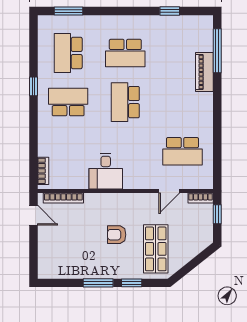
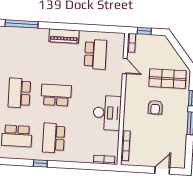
school desk: (125, 53) -> (19, 93), turned 180
piano: (204, 72) -> (64, 36), moved
school desk: (125, 102) -> (56, 95), turned 180
desk: (106, 171) -> (107, 113), width x1.37
door: (33, 215) -> (162, 170), moved

